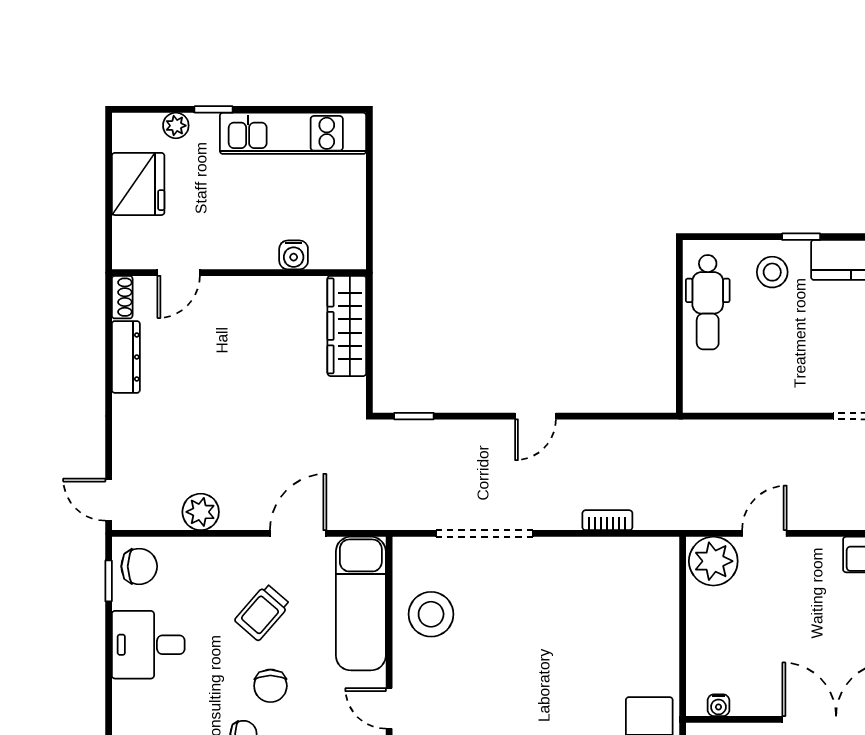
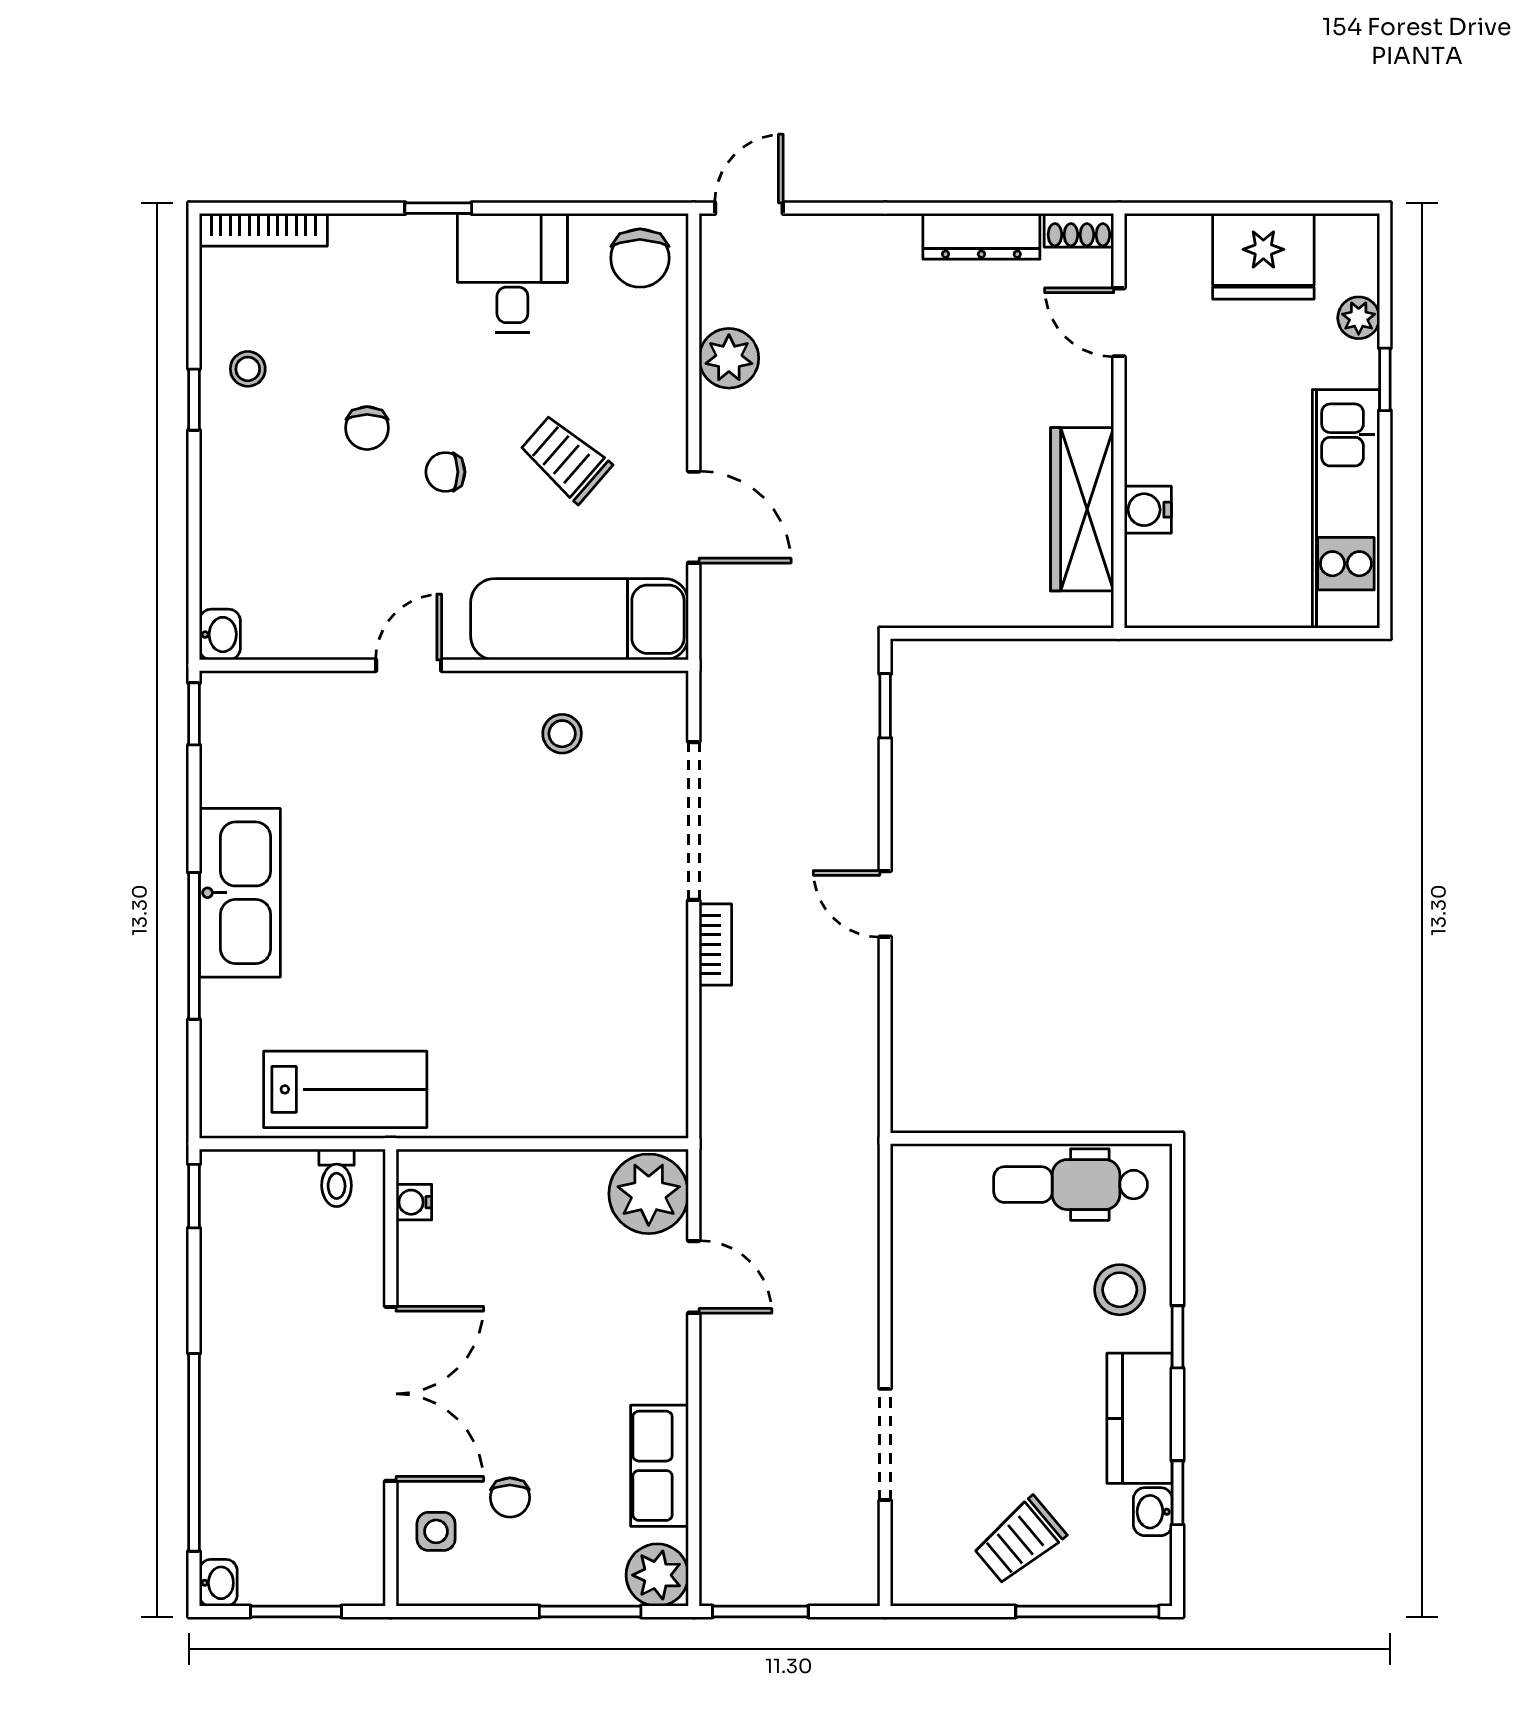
wardrobe: (347, 326) -> (1082, 509), moved, turned -90
bookcase: (607, 520) -> (715, 945), moved
window: (109, 581) -> (438, 208), moved
stool: (431, 614) -> (562, 734), width x0.53, depth x0.53
chair: (270, 686) -> (445, 472), width x0.73, depth x0.73

